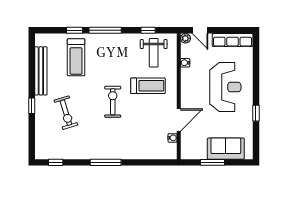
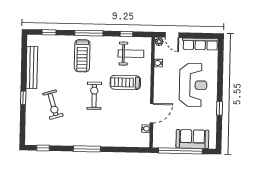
window: (75, 30) -> (49, 32), moved
weight bench: (154, 53) -> (131, 54), turned -90
treadmill: (76, 57) -> (82, 56), moved
treadmill: (148, 86) -> (125, 82), turned 180
window: (212, 162) -> (180, 151), width x2.11

